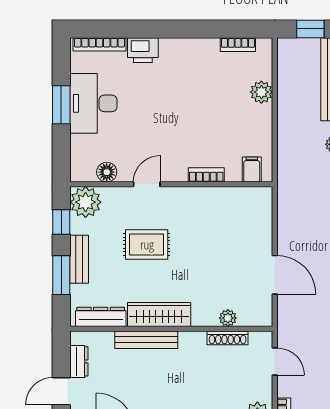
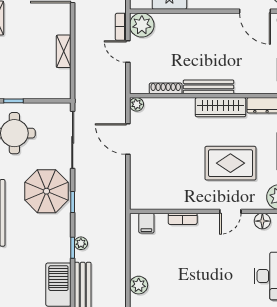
rug: (147, 244) -> (230, 163), width x1.36, depth x1.43
plant: (228, 318) -> (137, 104), moved
bench: (146, 340) -> (209, 87), moved
door: (275, 362) -> (128, 51), moved

